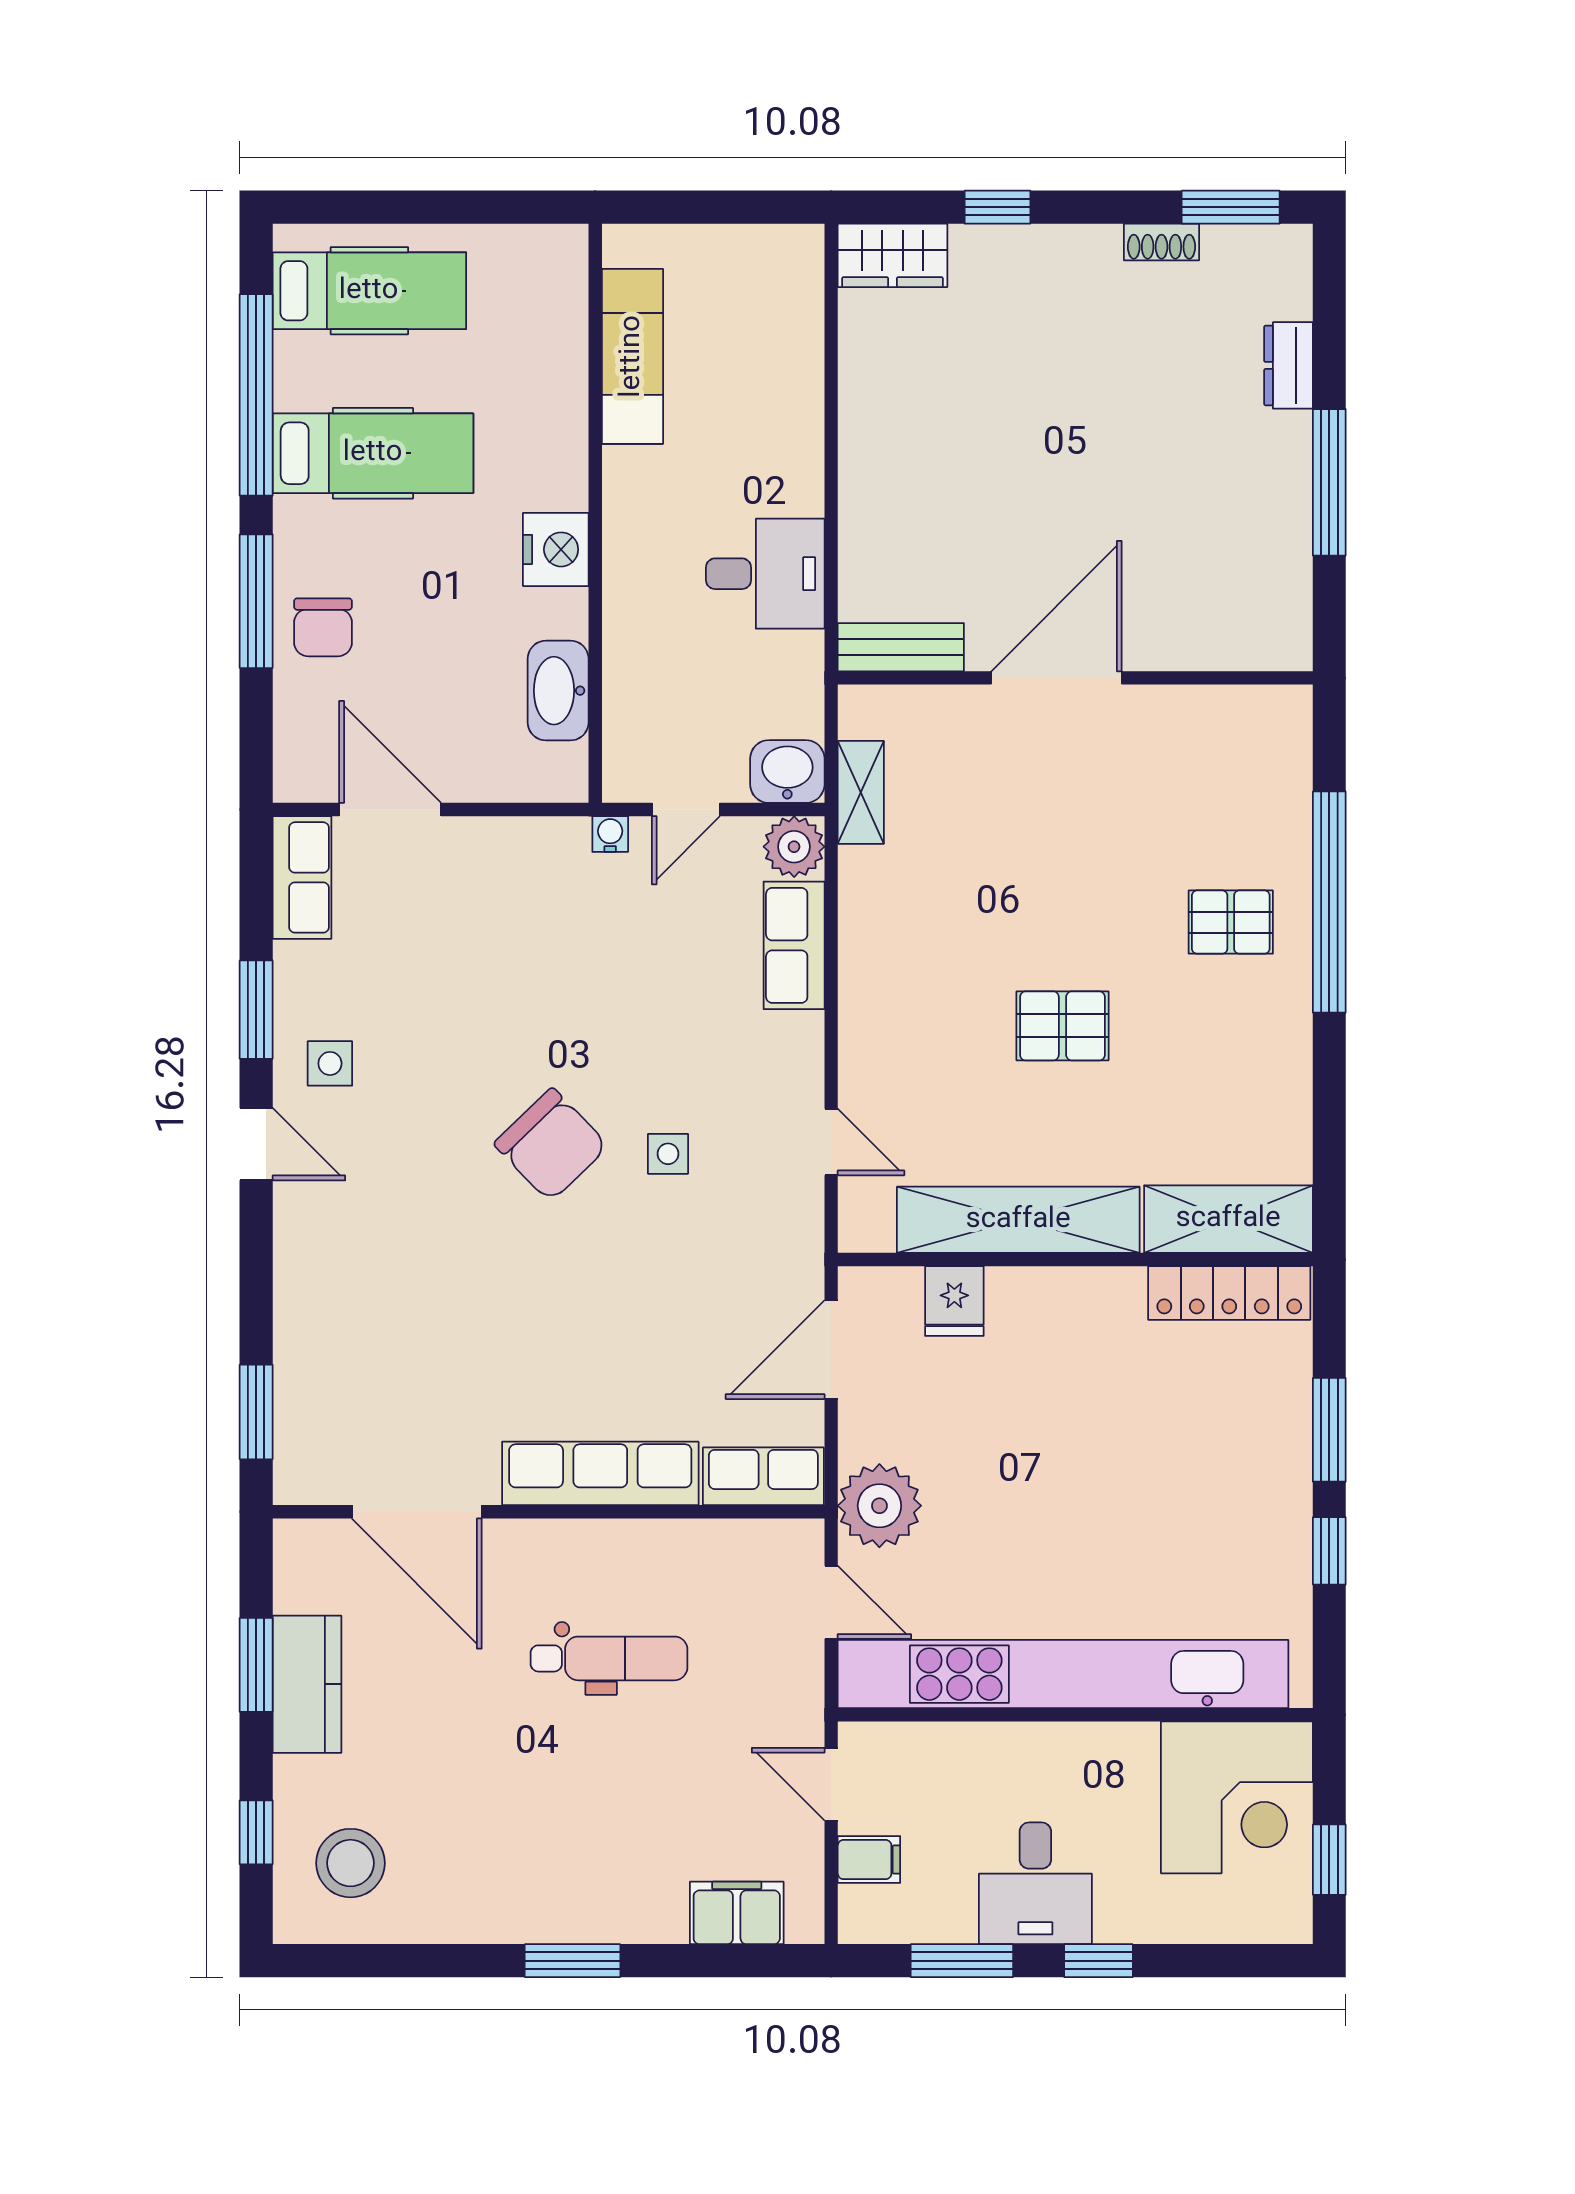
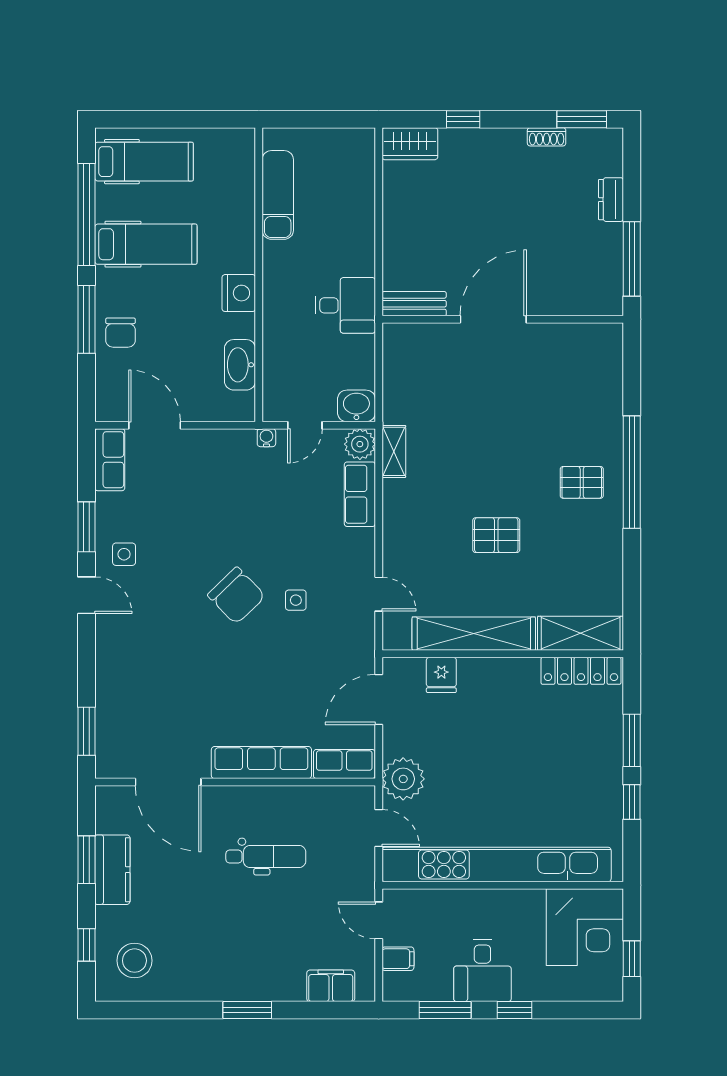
bench: (901, 647) -> (414, 304), moved
door: (1057, 678) -> (493, 319), moved
wall: (1075, 678) -> (503, 319), moved
shelving: (861, 792) -> (394, 451), moved

